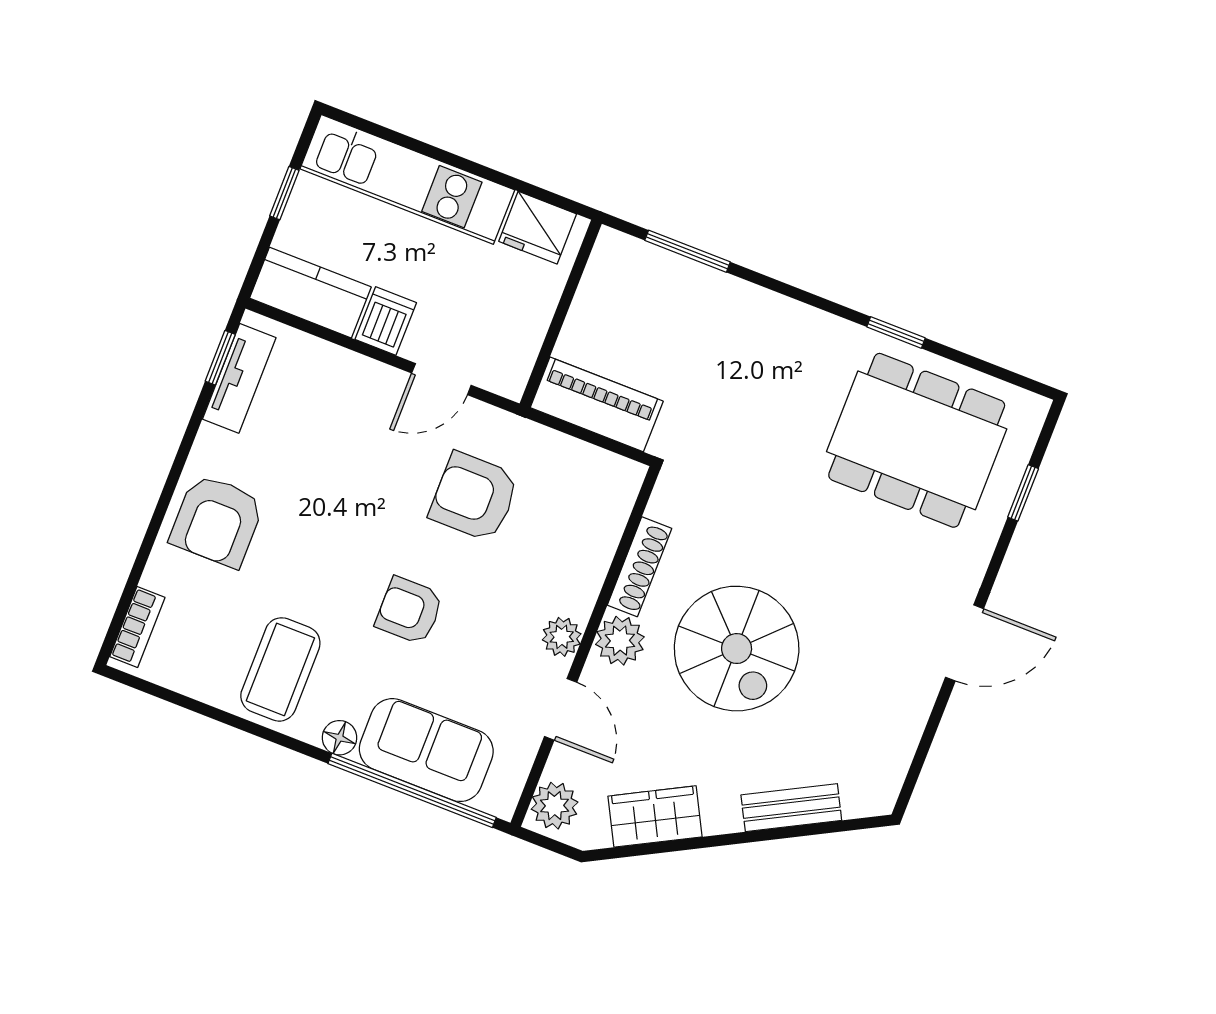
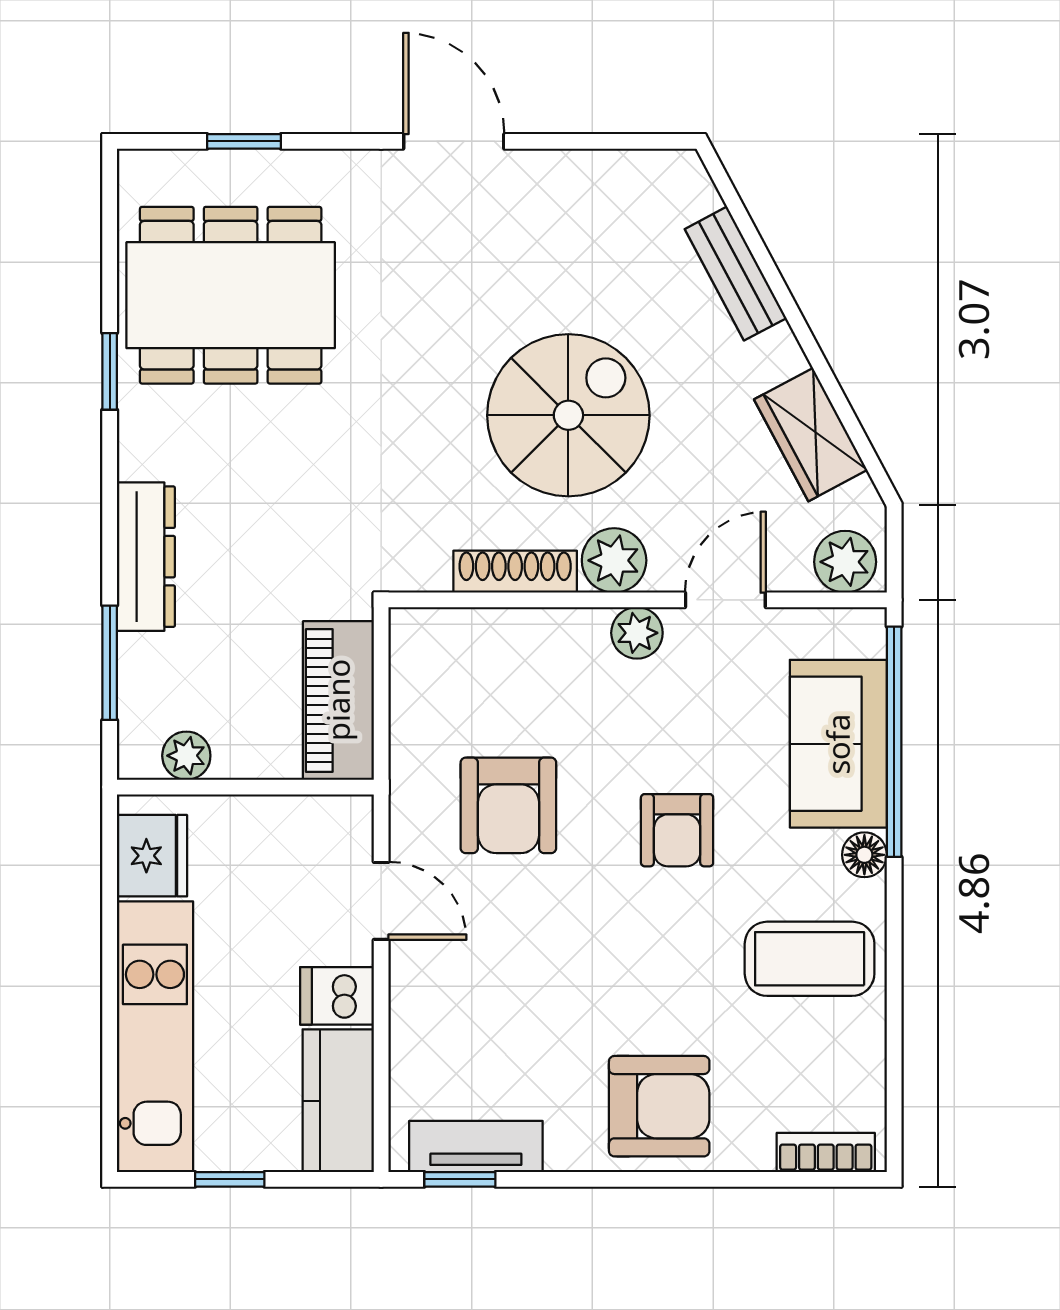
plant: (600, 280) -> (186, 756), added
dresser: (753, 307) -> (146, 557), added
dining table: (917, 440) -> (231, 295), turned 90

